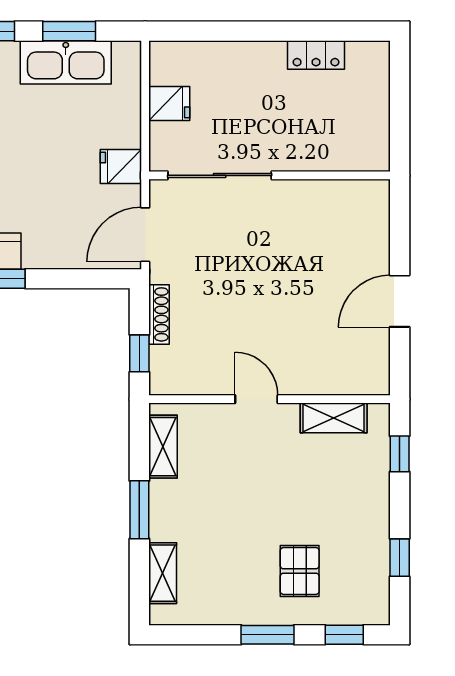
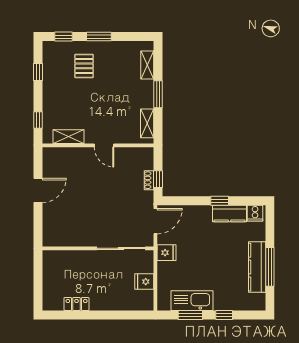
shoe rack: (159, 314) -> (149, 180), width x0.70
window: (139, 353) -> (158, 179), moved

